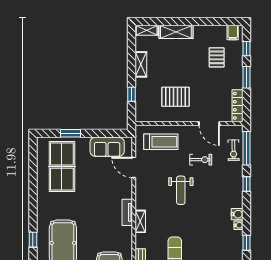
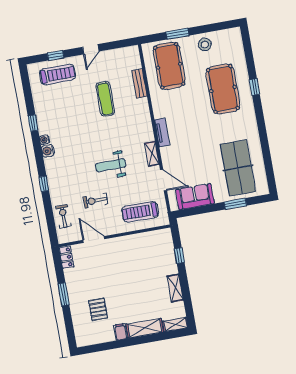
filing cabinet: (233, 32) -> (121, 332), moved
window: (246, 49) -> (69, 324), removed
pallet: (175, 97) -> (133, 261), removed
locker: (238, 106) -> (67, 257), width x0.66
window: (246, 148) -> (50, 221), removed
weight bench: (181, 190) -> (111, 165), turned -90
shelving: (140, 221) -> (152, 154), moved

